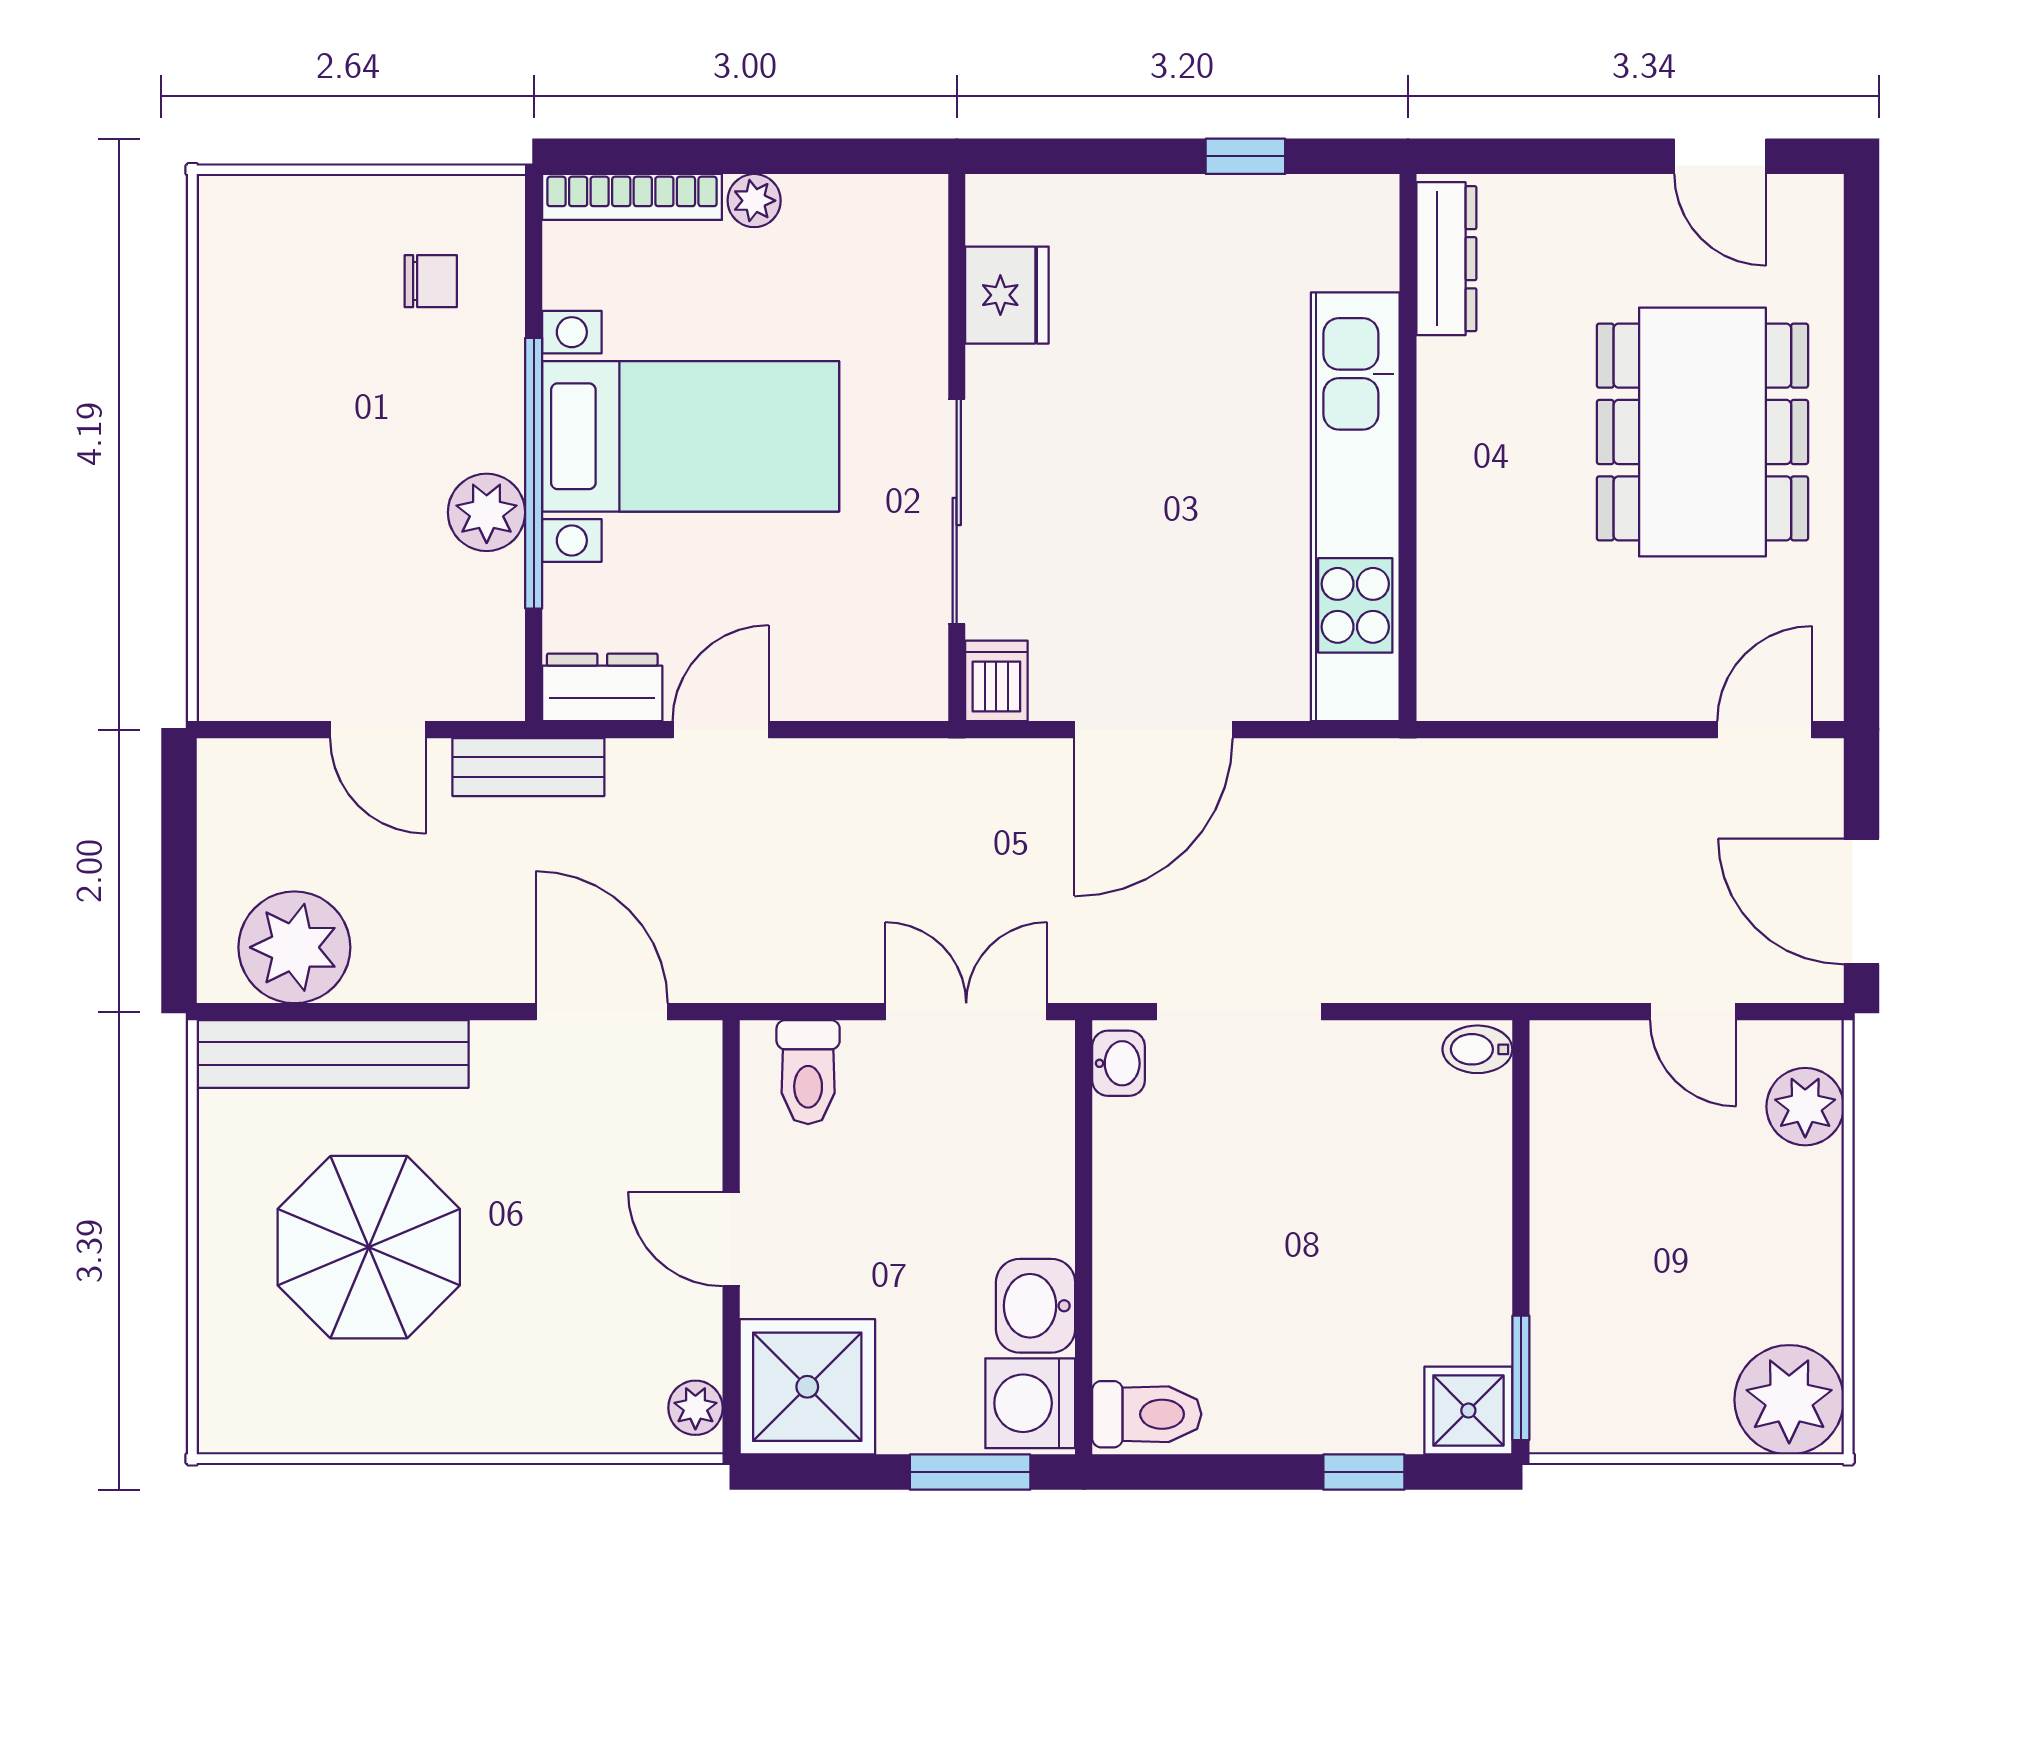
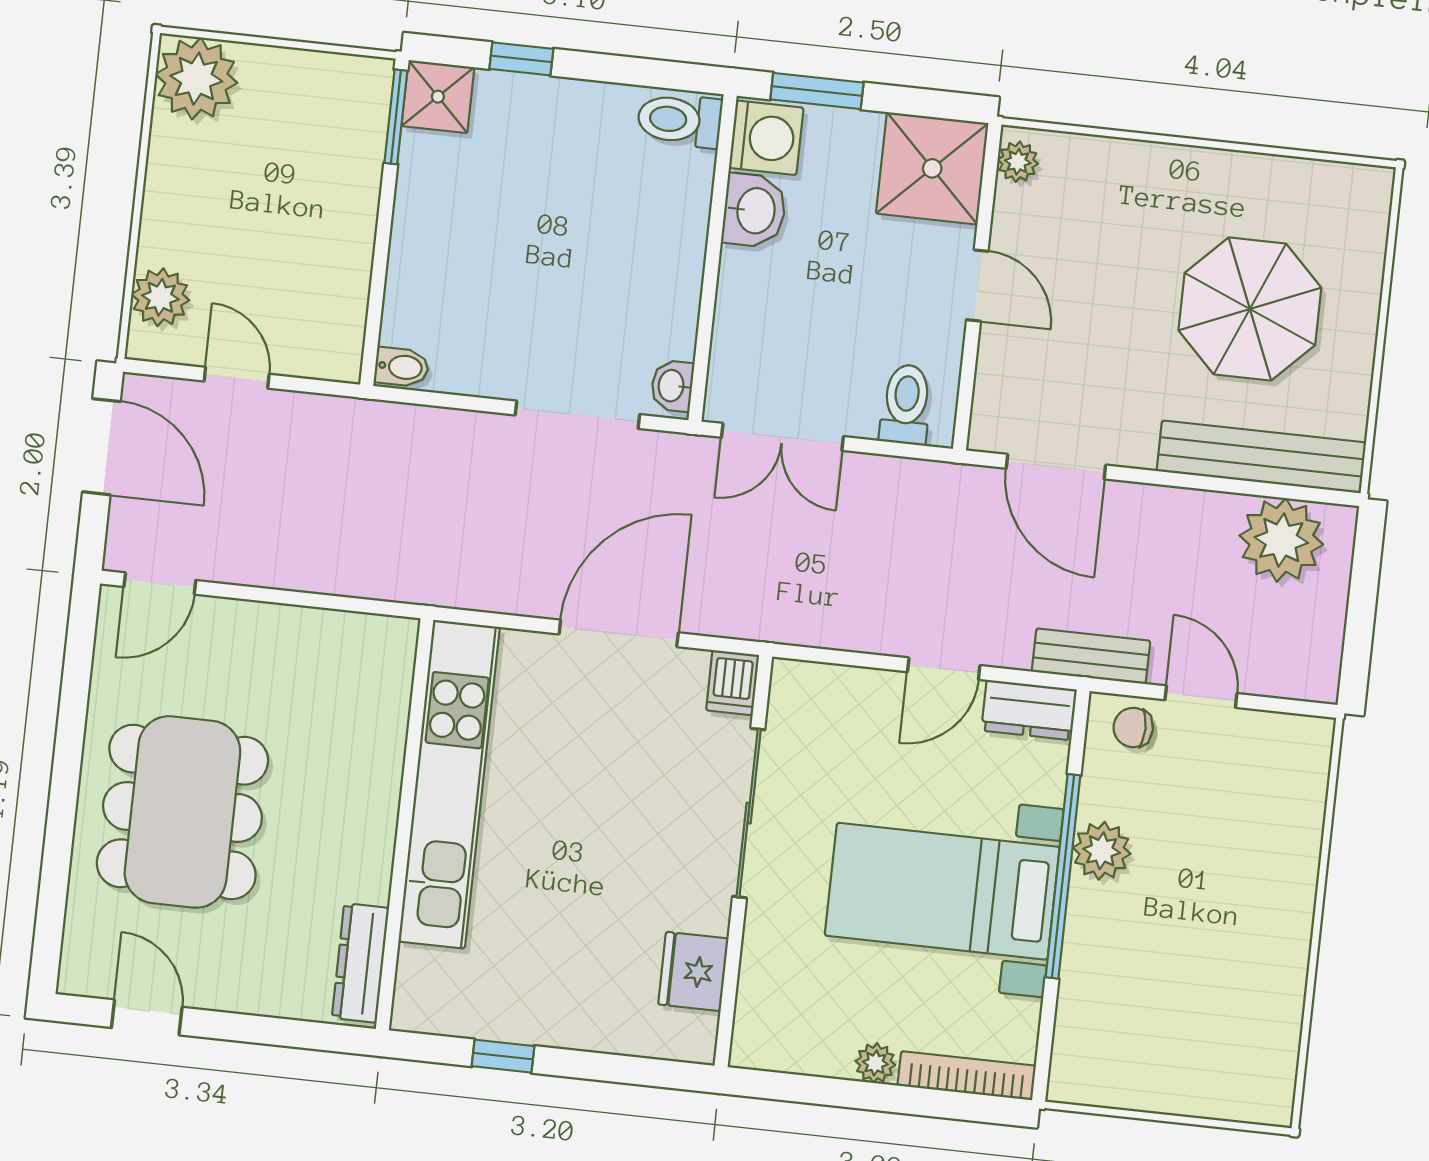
chair: (431, 281) -> (1133, 727), moved

